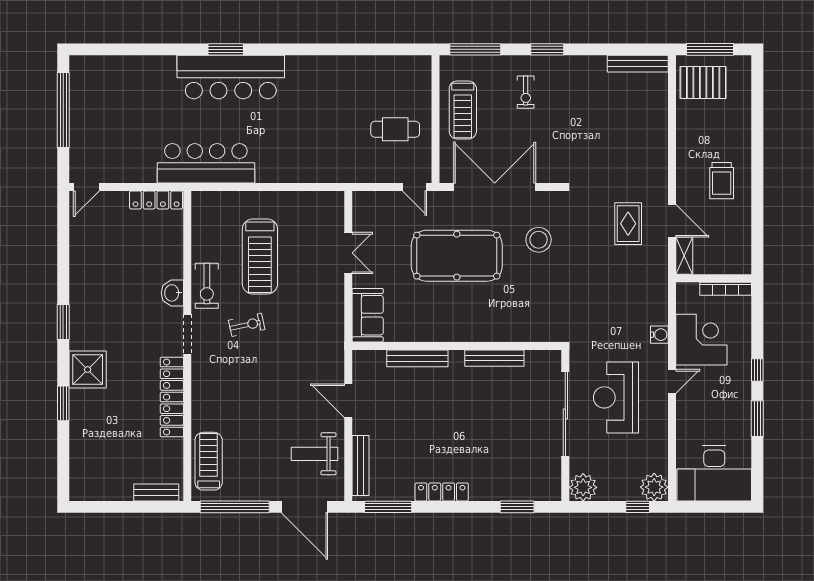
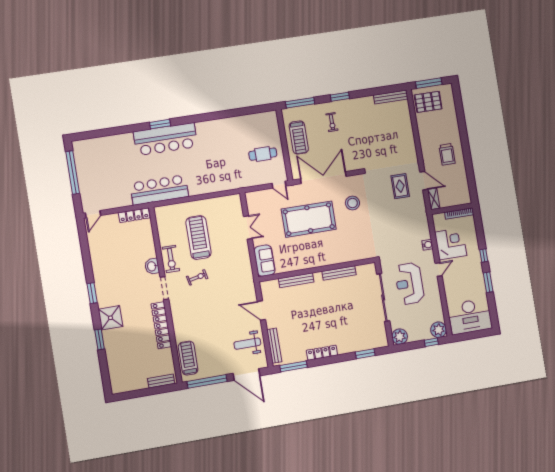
treadmill: (260, 256) -> (198, 238), turned 180

